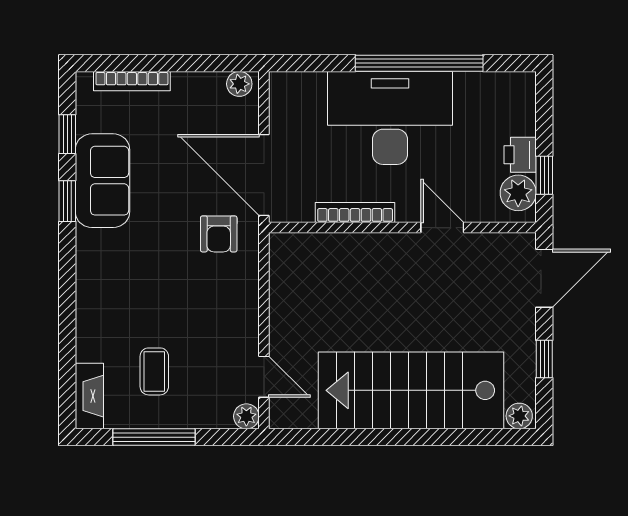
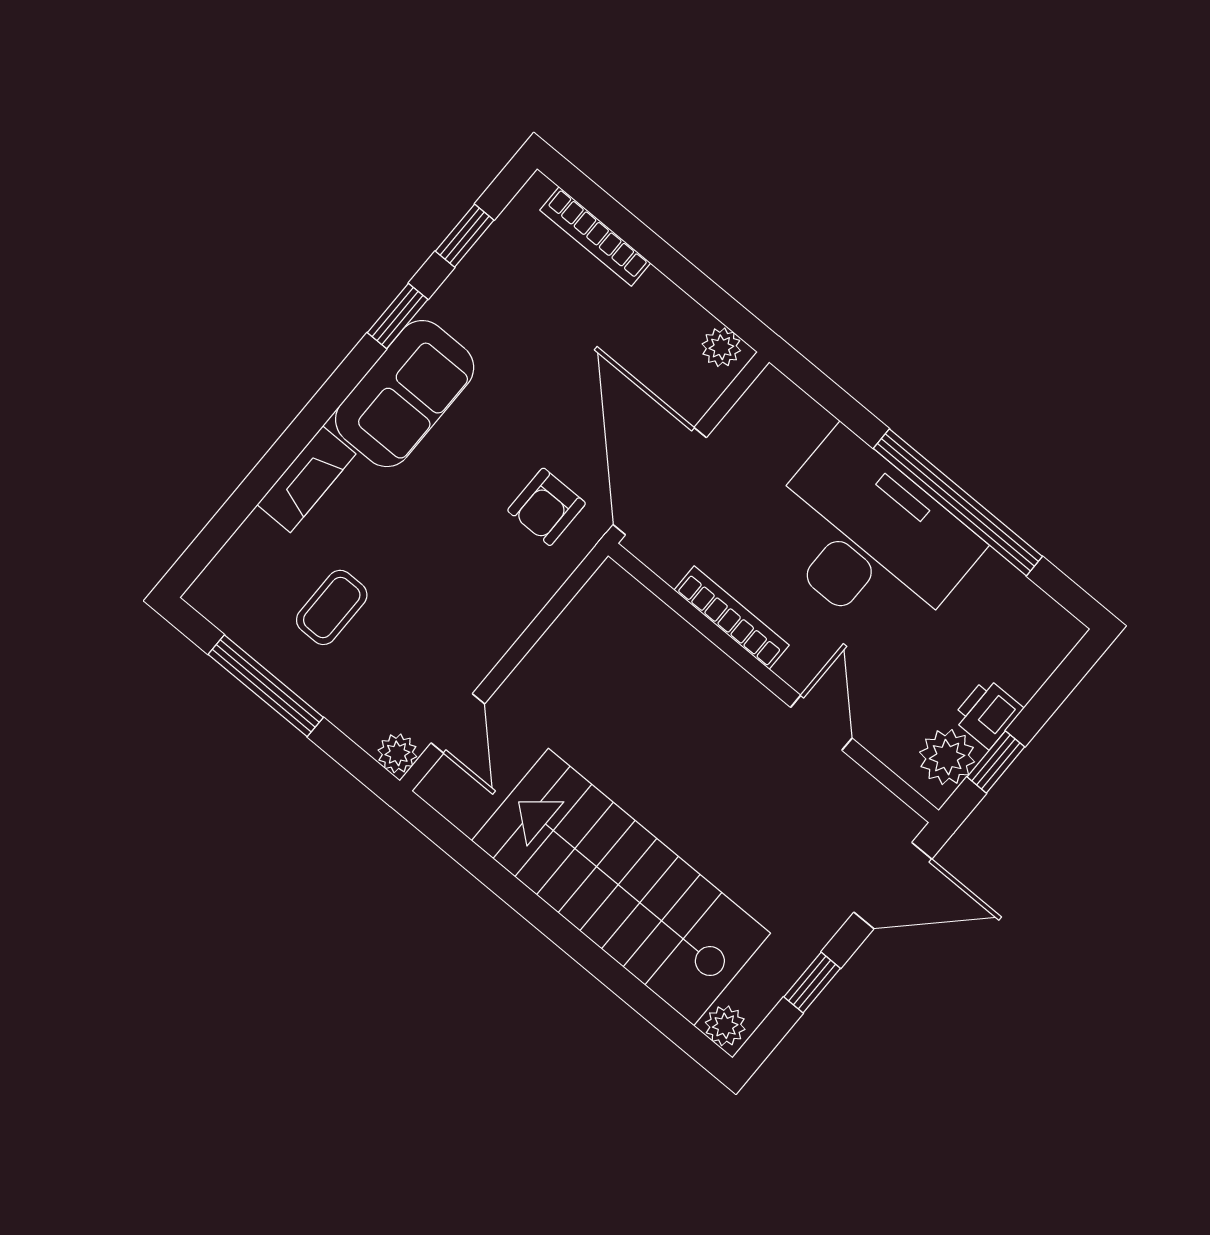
sofa: (102, 181) -> (405, 394), moved
fireplace: (89, 396) -> (306, 479), moved

